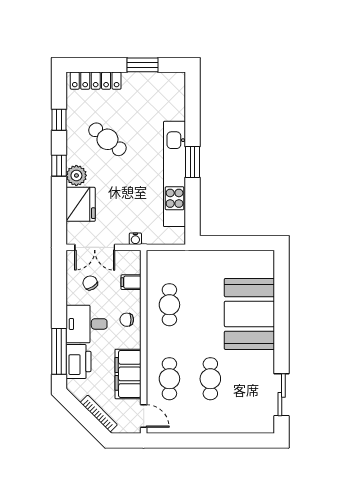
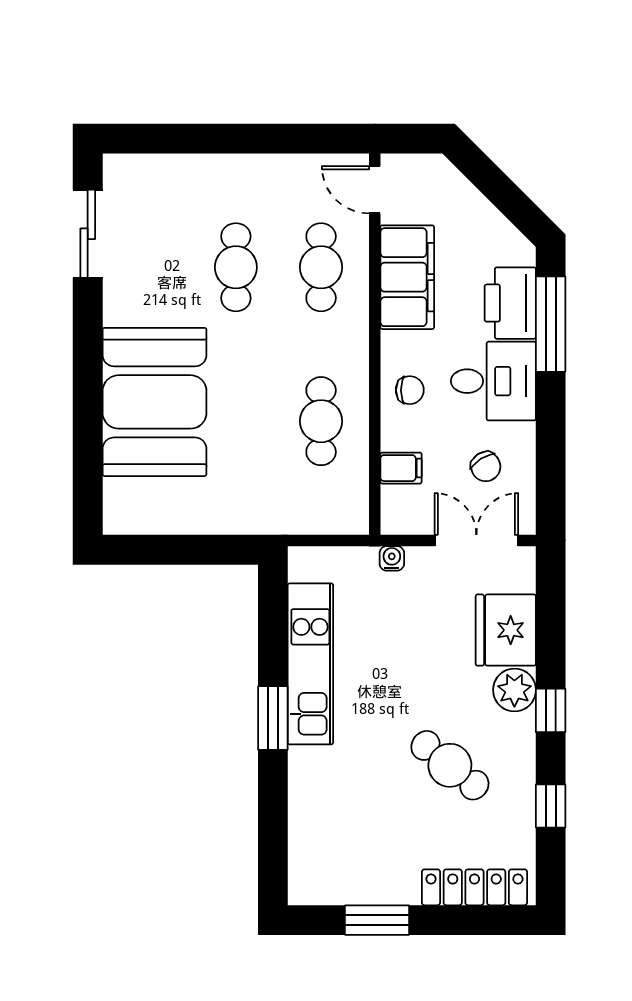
kitchen unit: (175, 174) -> (310, 664), width x0.73
bookcase: (99, 414) -> (468, 195), removed

